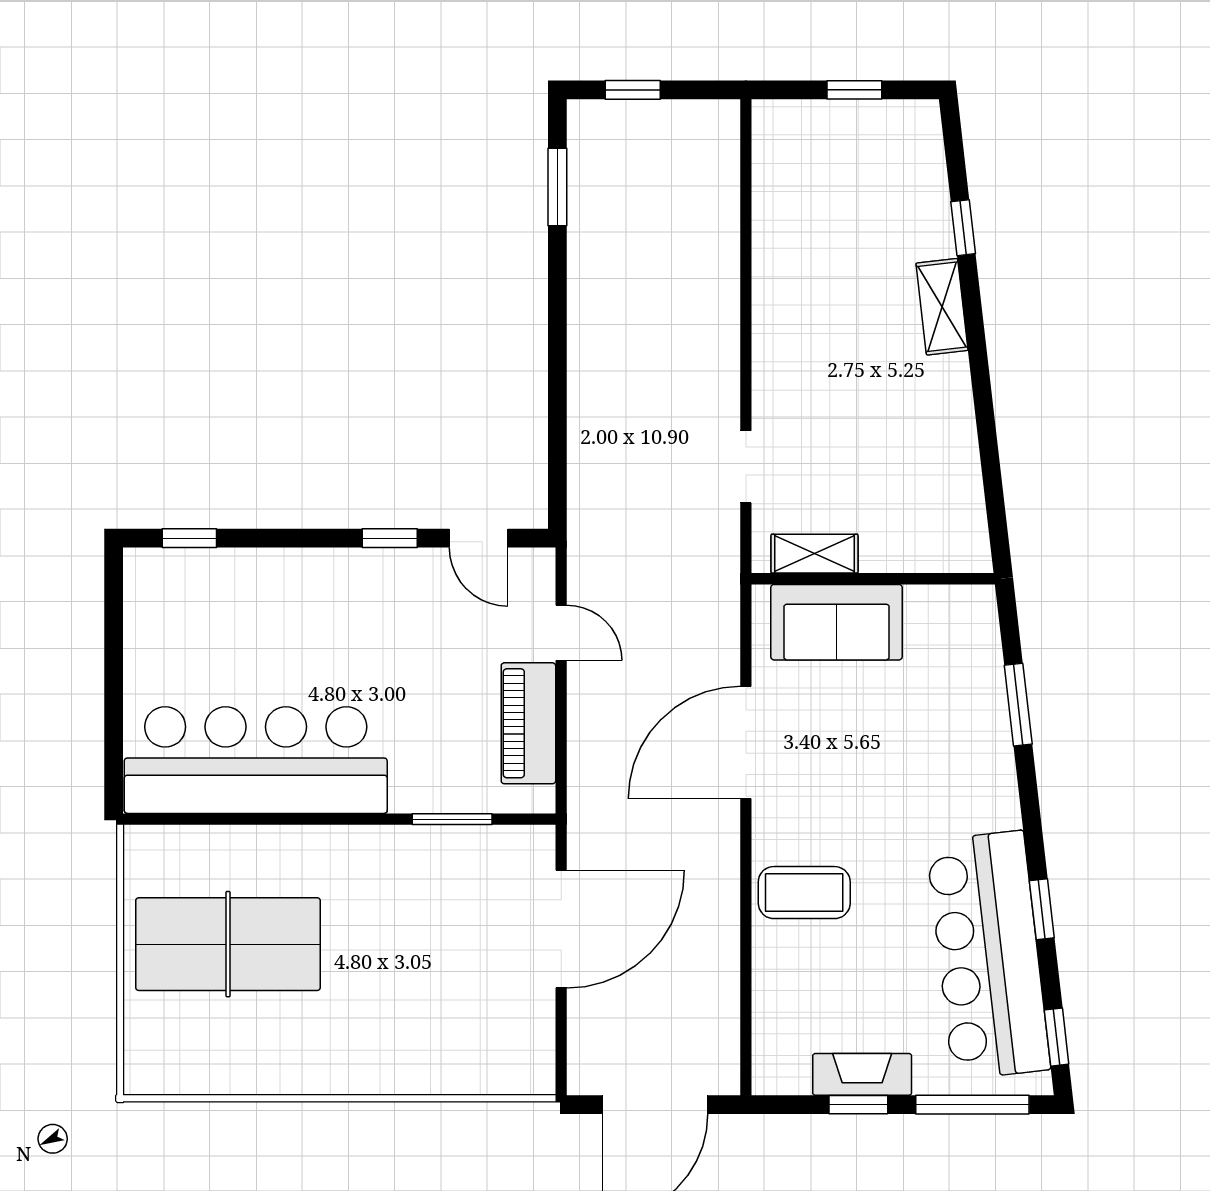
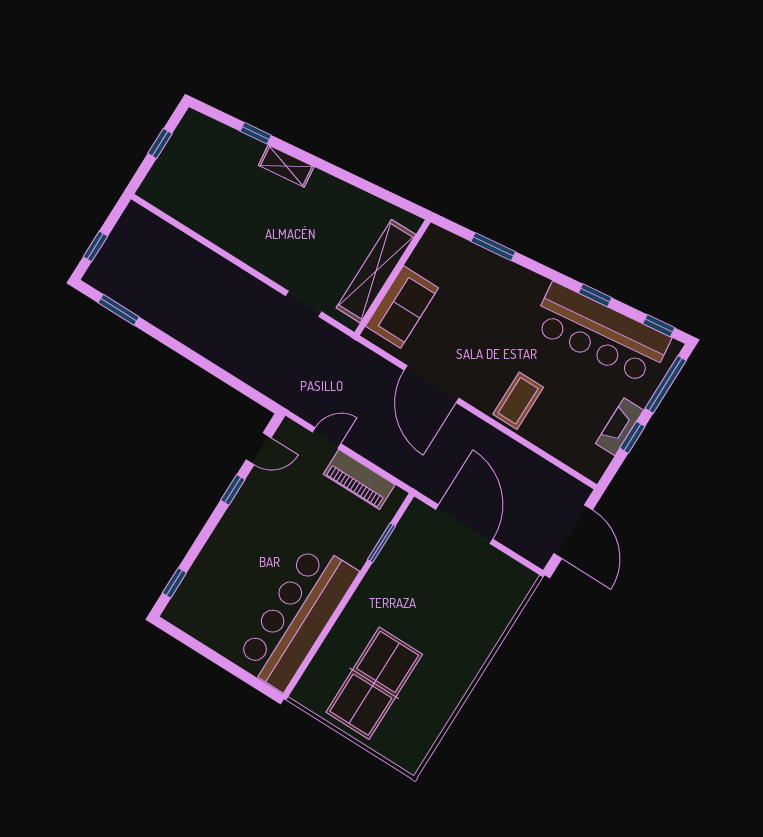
shelving: (814, 554) -> (376, 271), width x2.20, depth x1.33

